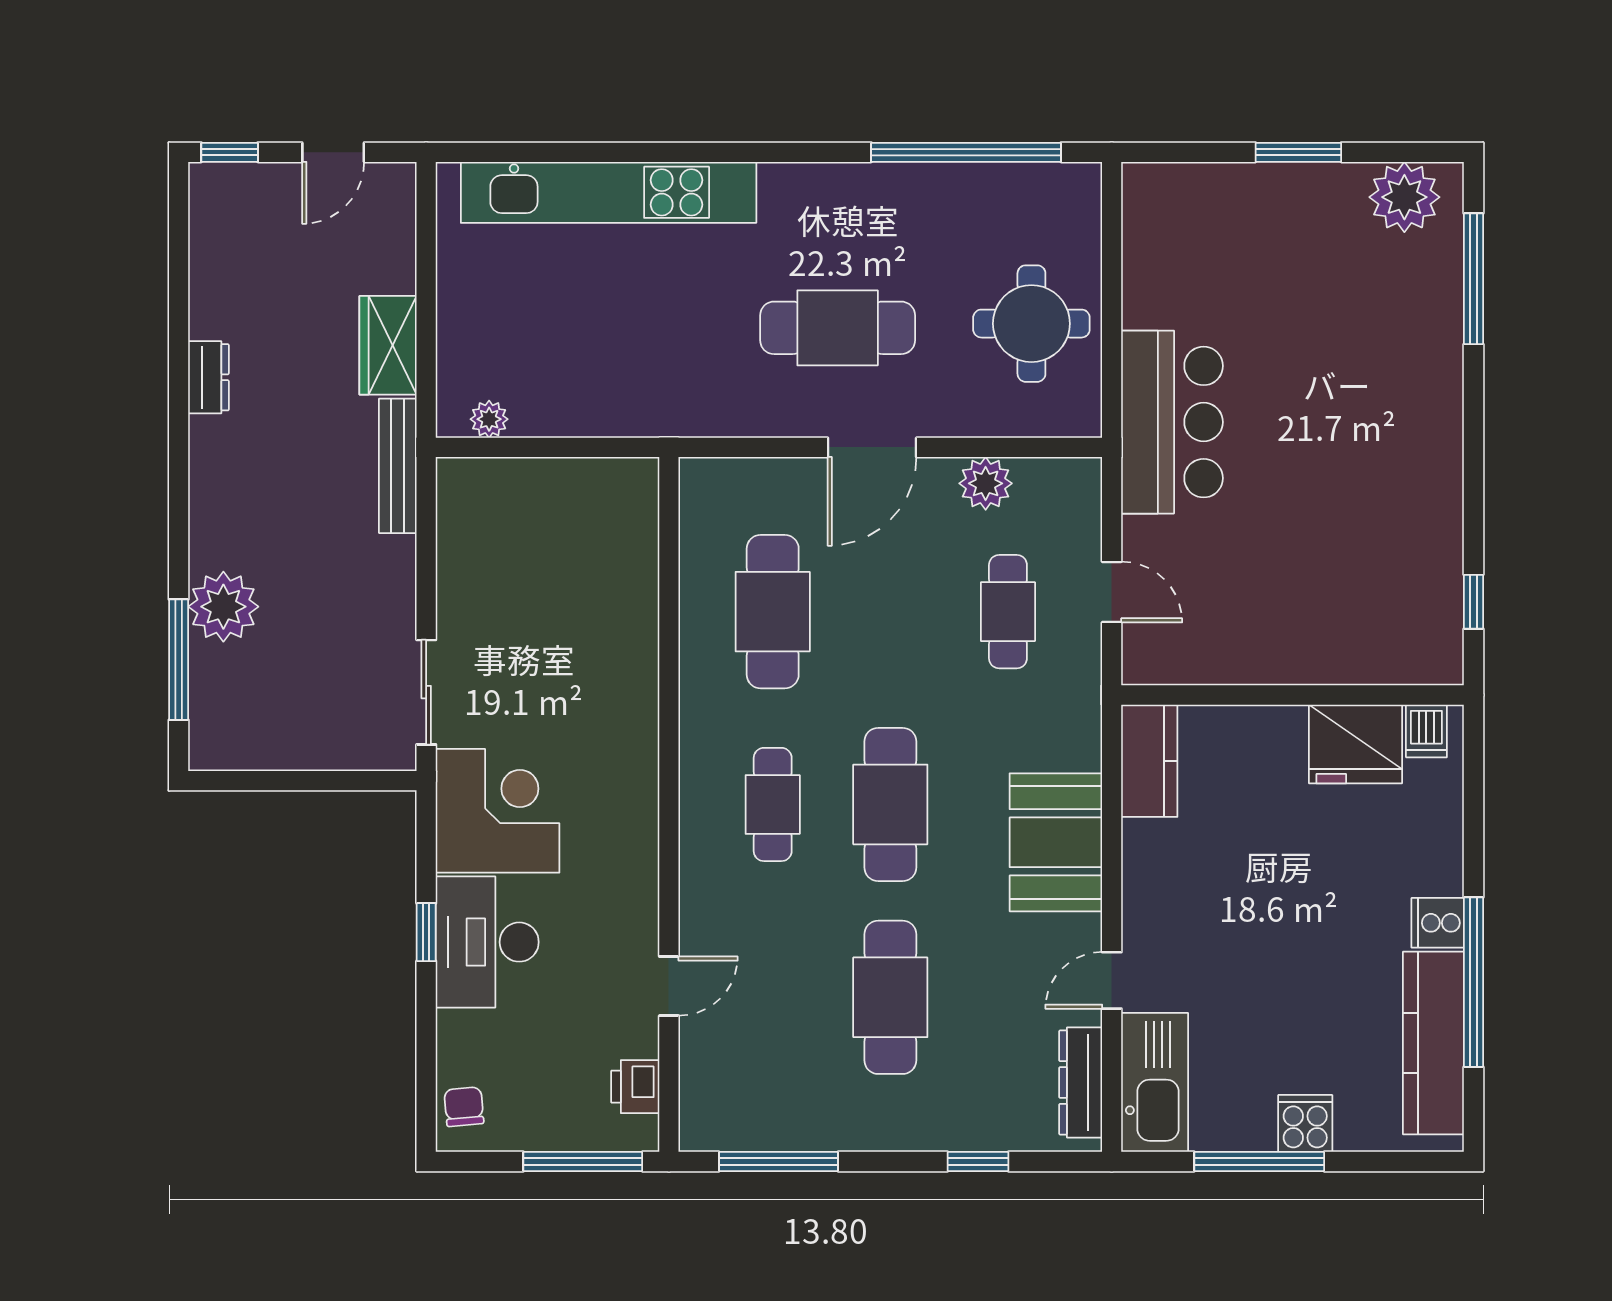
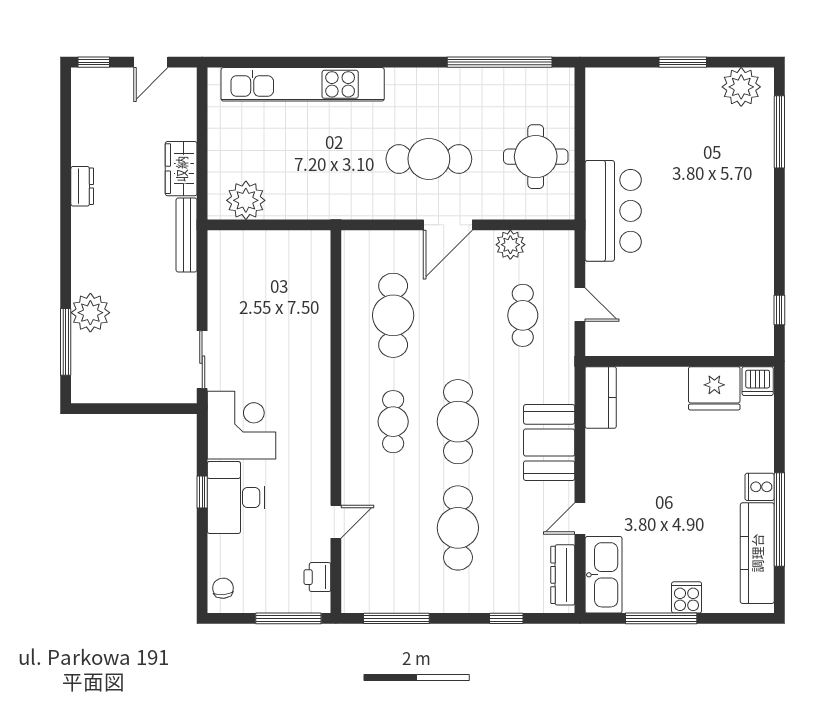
plant: (489, 419) -> (246, 200), width x1.87, depth x1.87
dishwasher: (1426, 731) -> (758, 381), width x1.38

